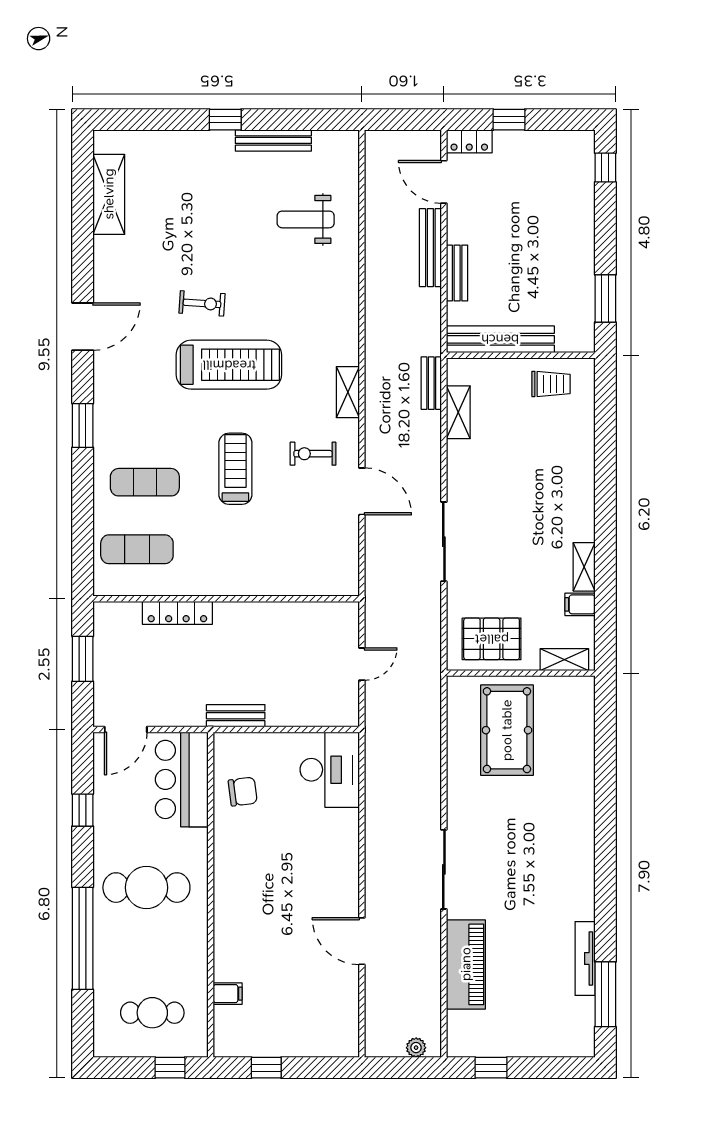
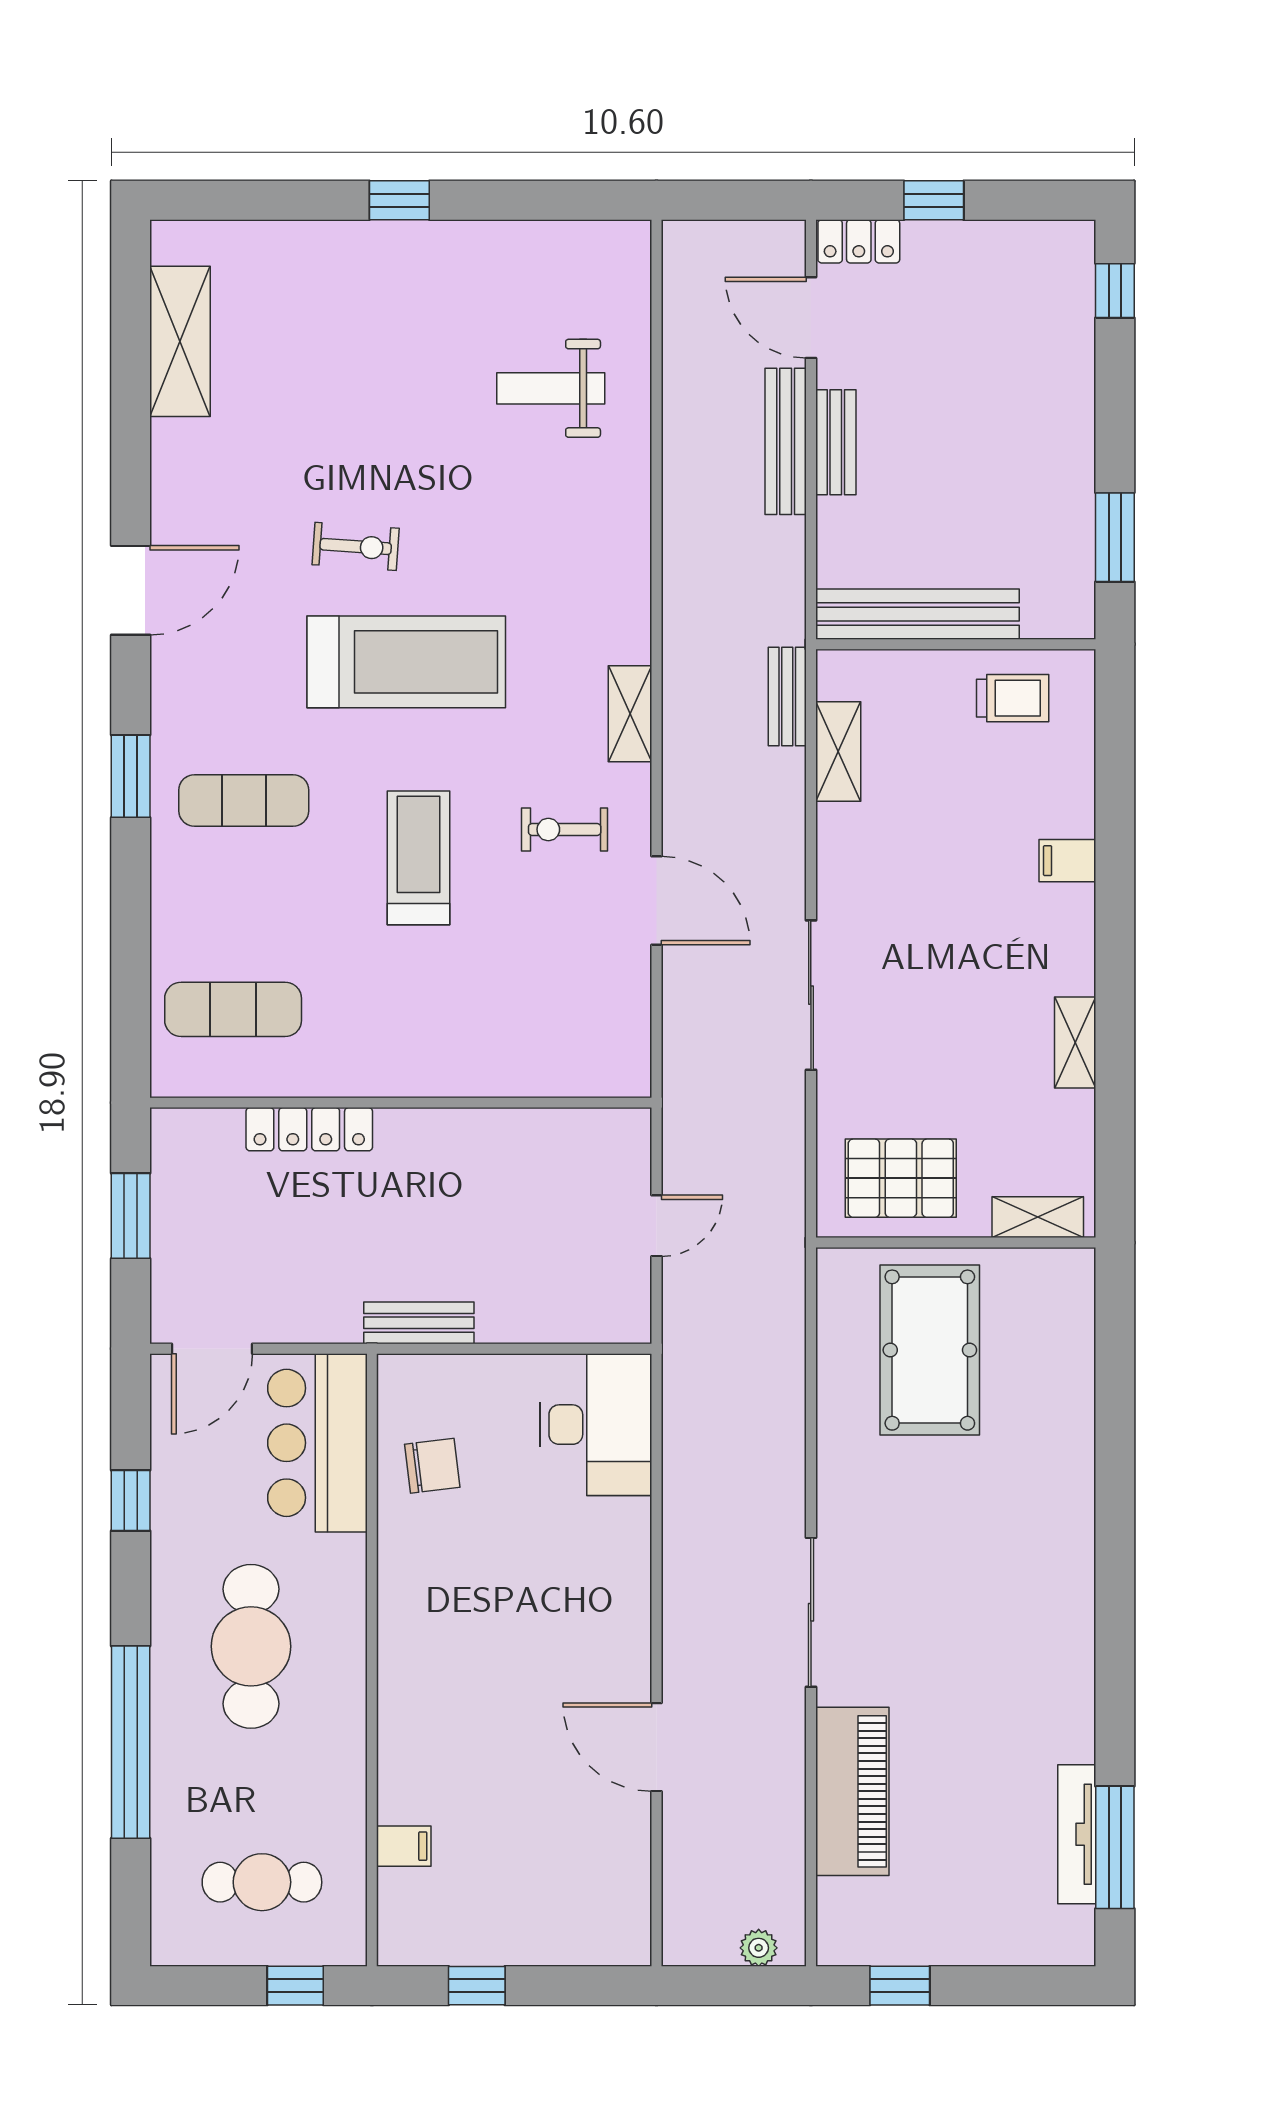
bench: (273, 140) -> (490, 240), removed
bench: (457, 273) -> (836, 442), moved
exercise mat: (145, 482) -> (244, 800), moved
filing cabinet: (580, 604) -> (1067, 861), moved
cafe table: (146, 888) -> (251, 1646), turned 90
tv unit: (585, 958) -> (1077, 1834), moved

